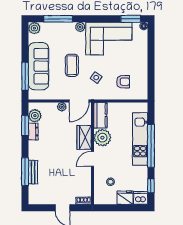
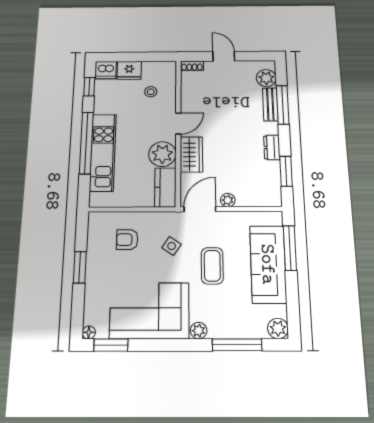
window: (151, 65) -> (80, 267), added
plant: (35, 116) -> (266, 78), moved
dresser: (33, 131) -> (272, 147), moved

